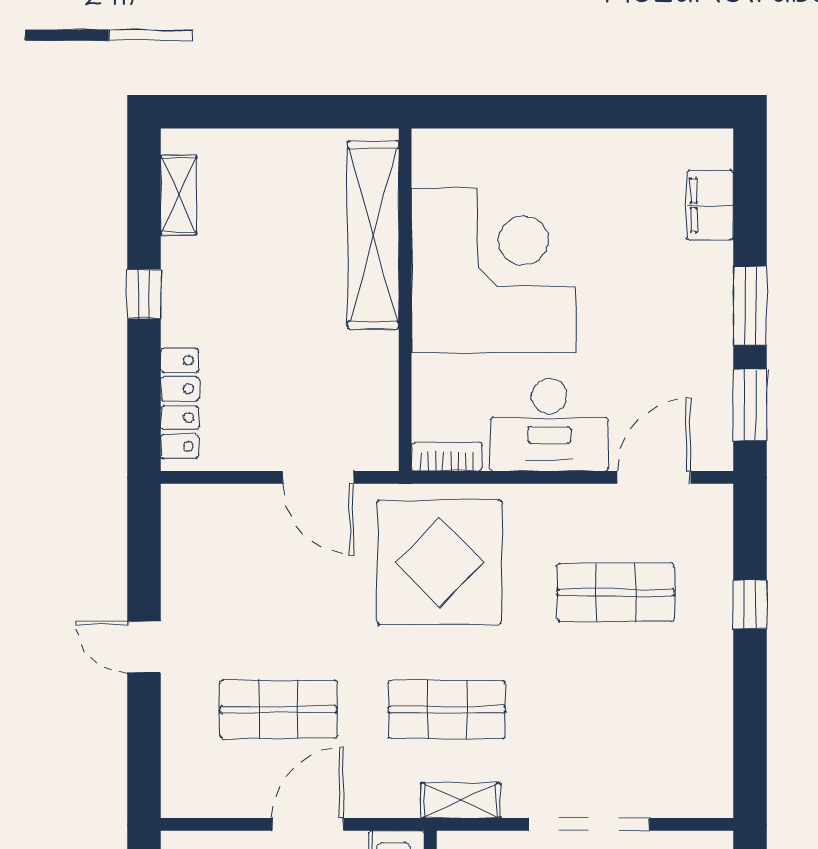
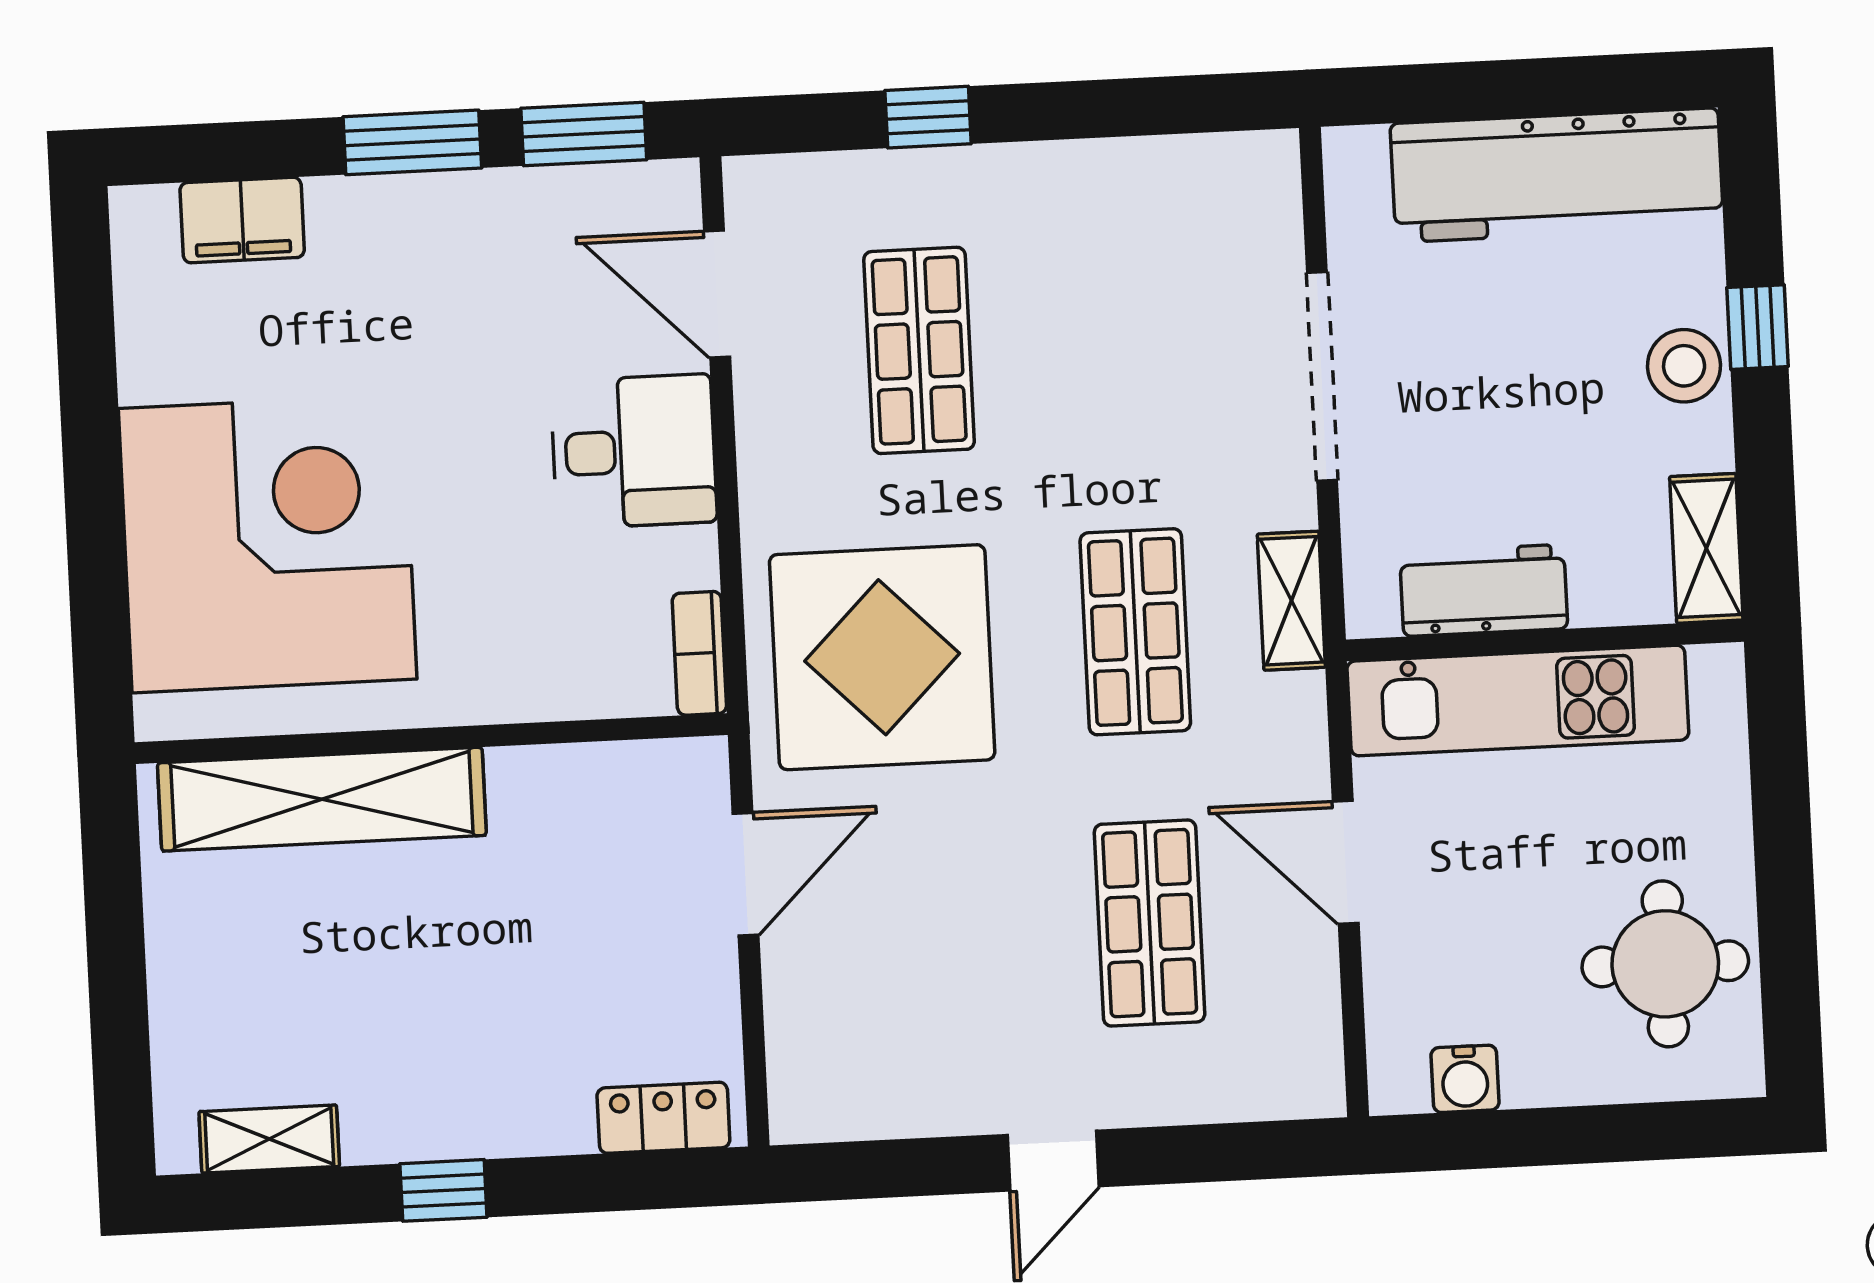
corner desk: (494, 270) -> (268, 544), moved, turned 90
locker: (180, 403) -> (663, 1118), width x0.66
desk: (549, 425) -> (634, 451), width x0.73

